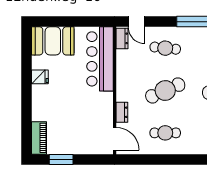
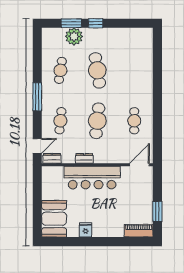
bar counter: (100, 59) -> (92, 178), moved
cafe table: (165, 90) -> (97, 121), turned 30
dresser: (122, 112) -> (84, 158), moved

